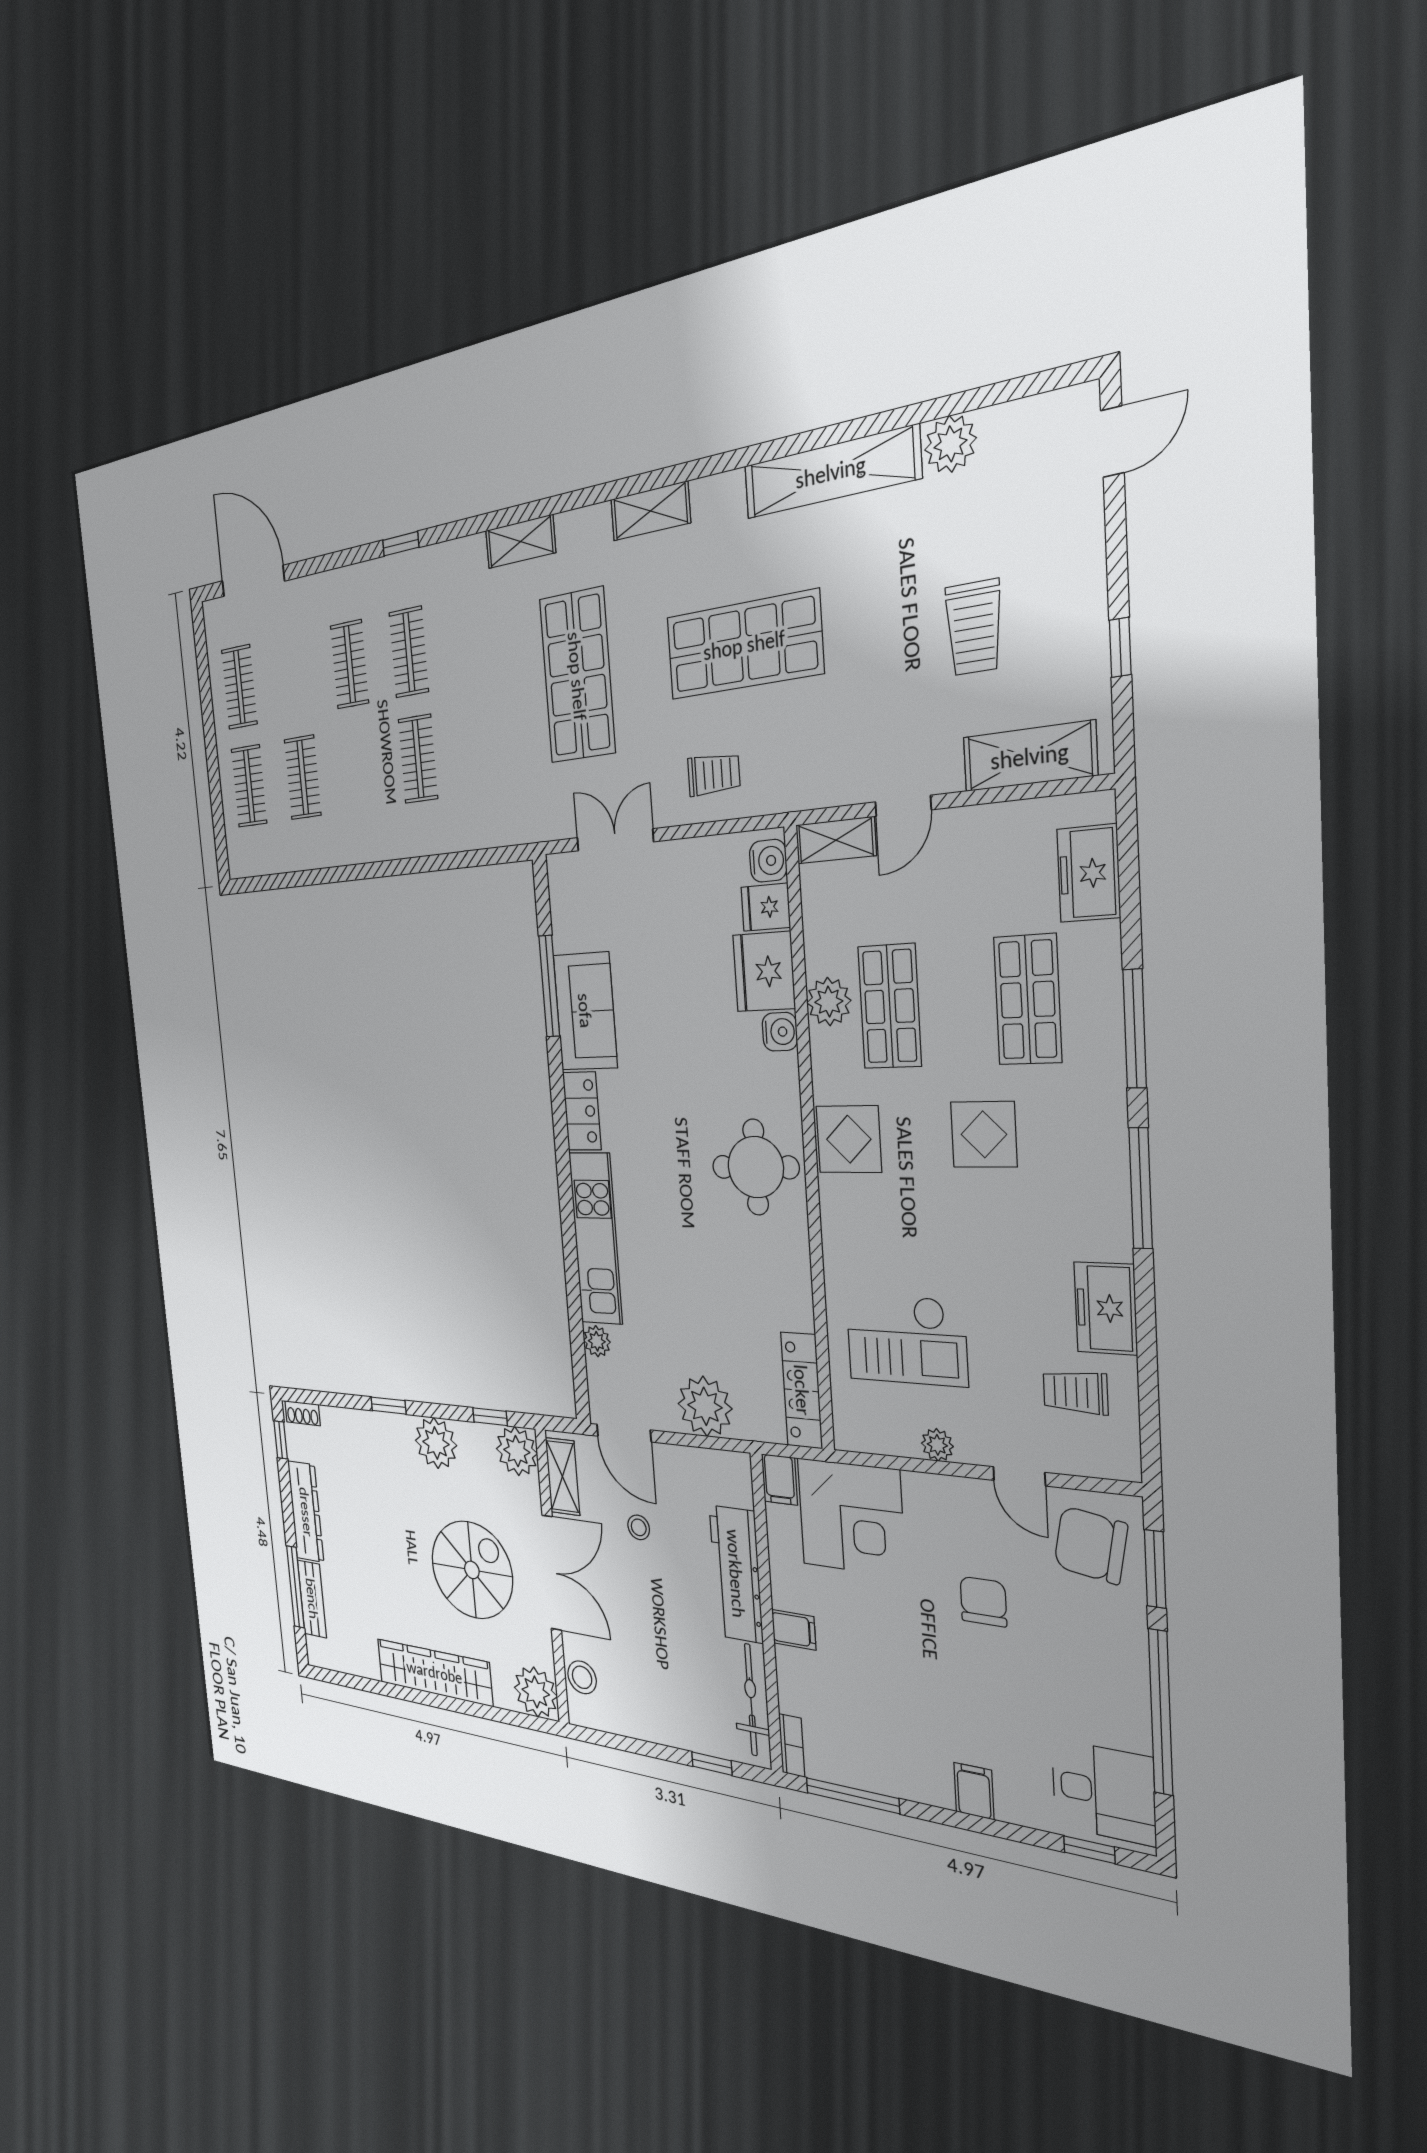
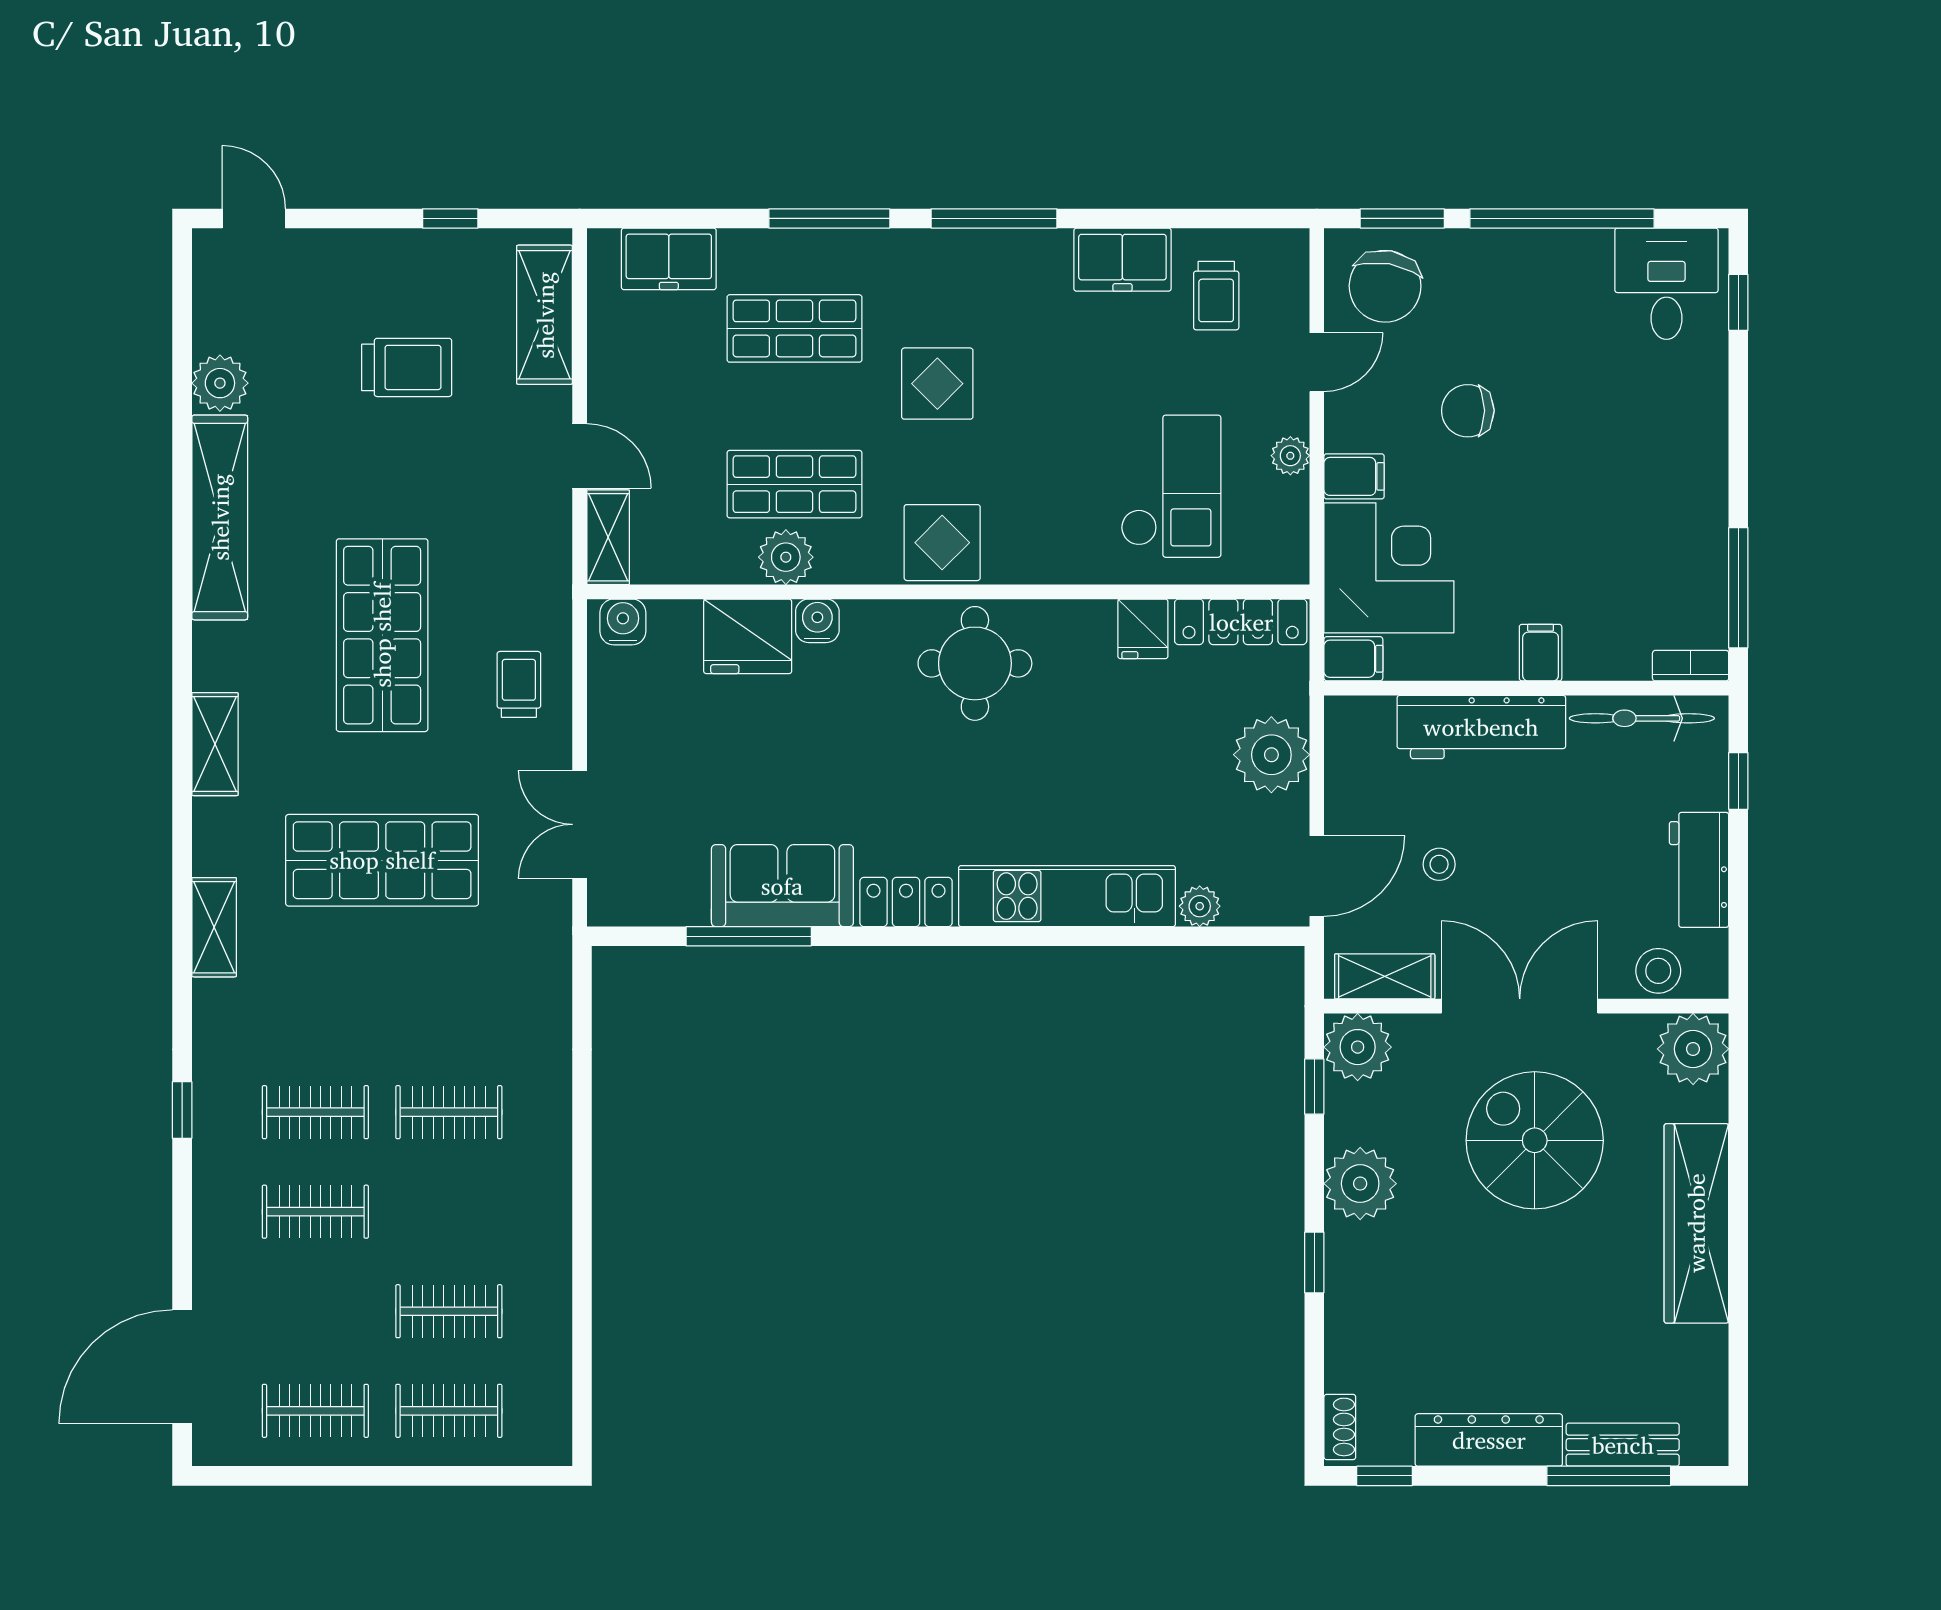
fridge: (766, 907) -> (1143, 629), moved
workbench: (650, 1721) -> (1699, 870), added
filing cabinet: (974, 1791) -> (1354, 476), moved, turned 180

